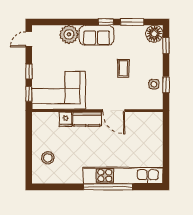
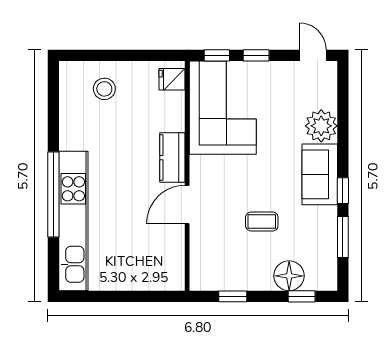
floor lamp: (154, 34) -> (289, 276), moved
side table: (154, 84) -> (234, 275), removed
fridge: (66, 119) -> (172, 79), moved

